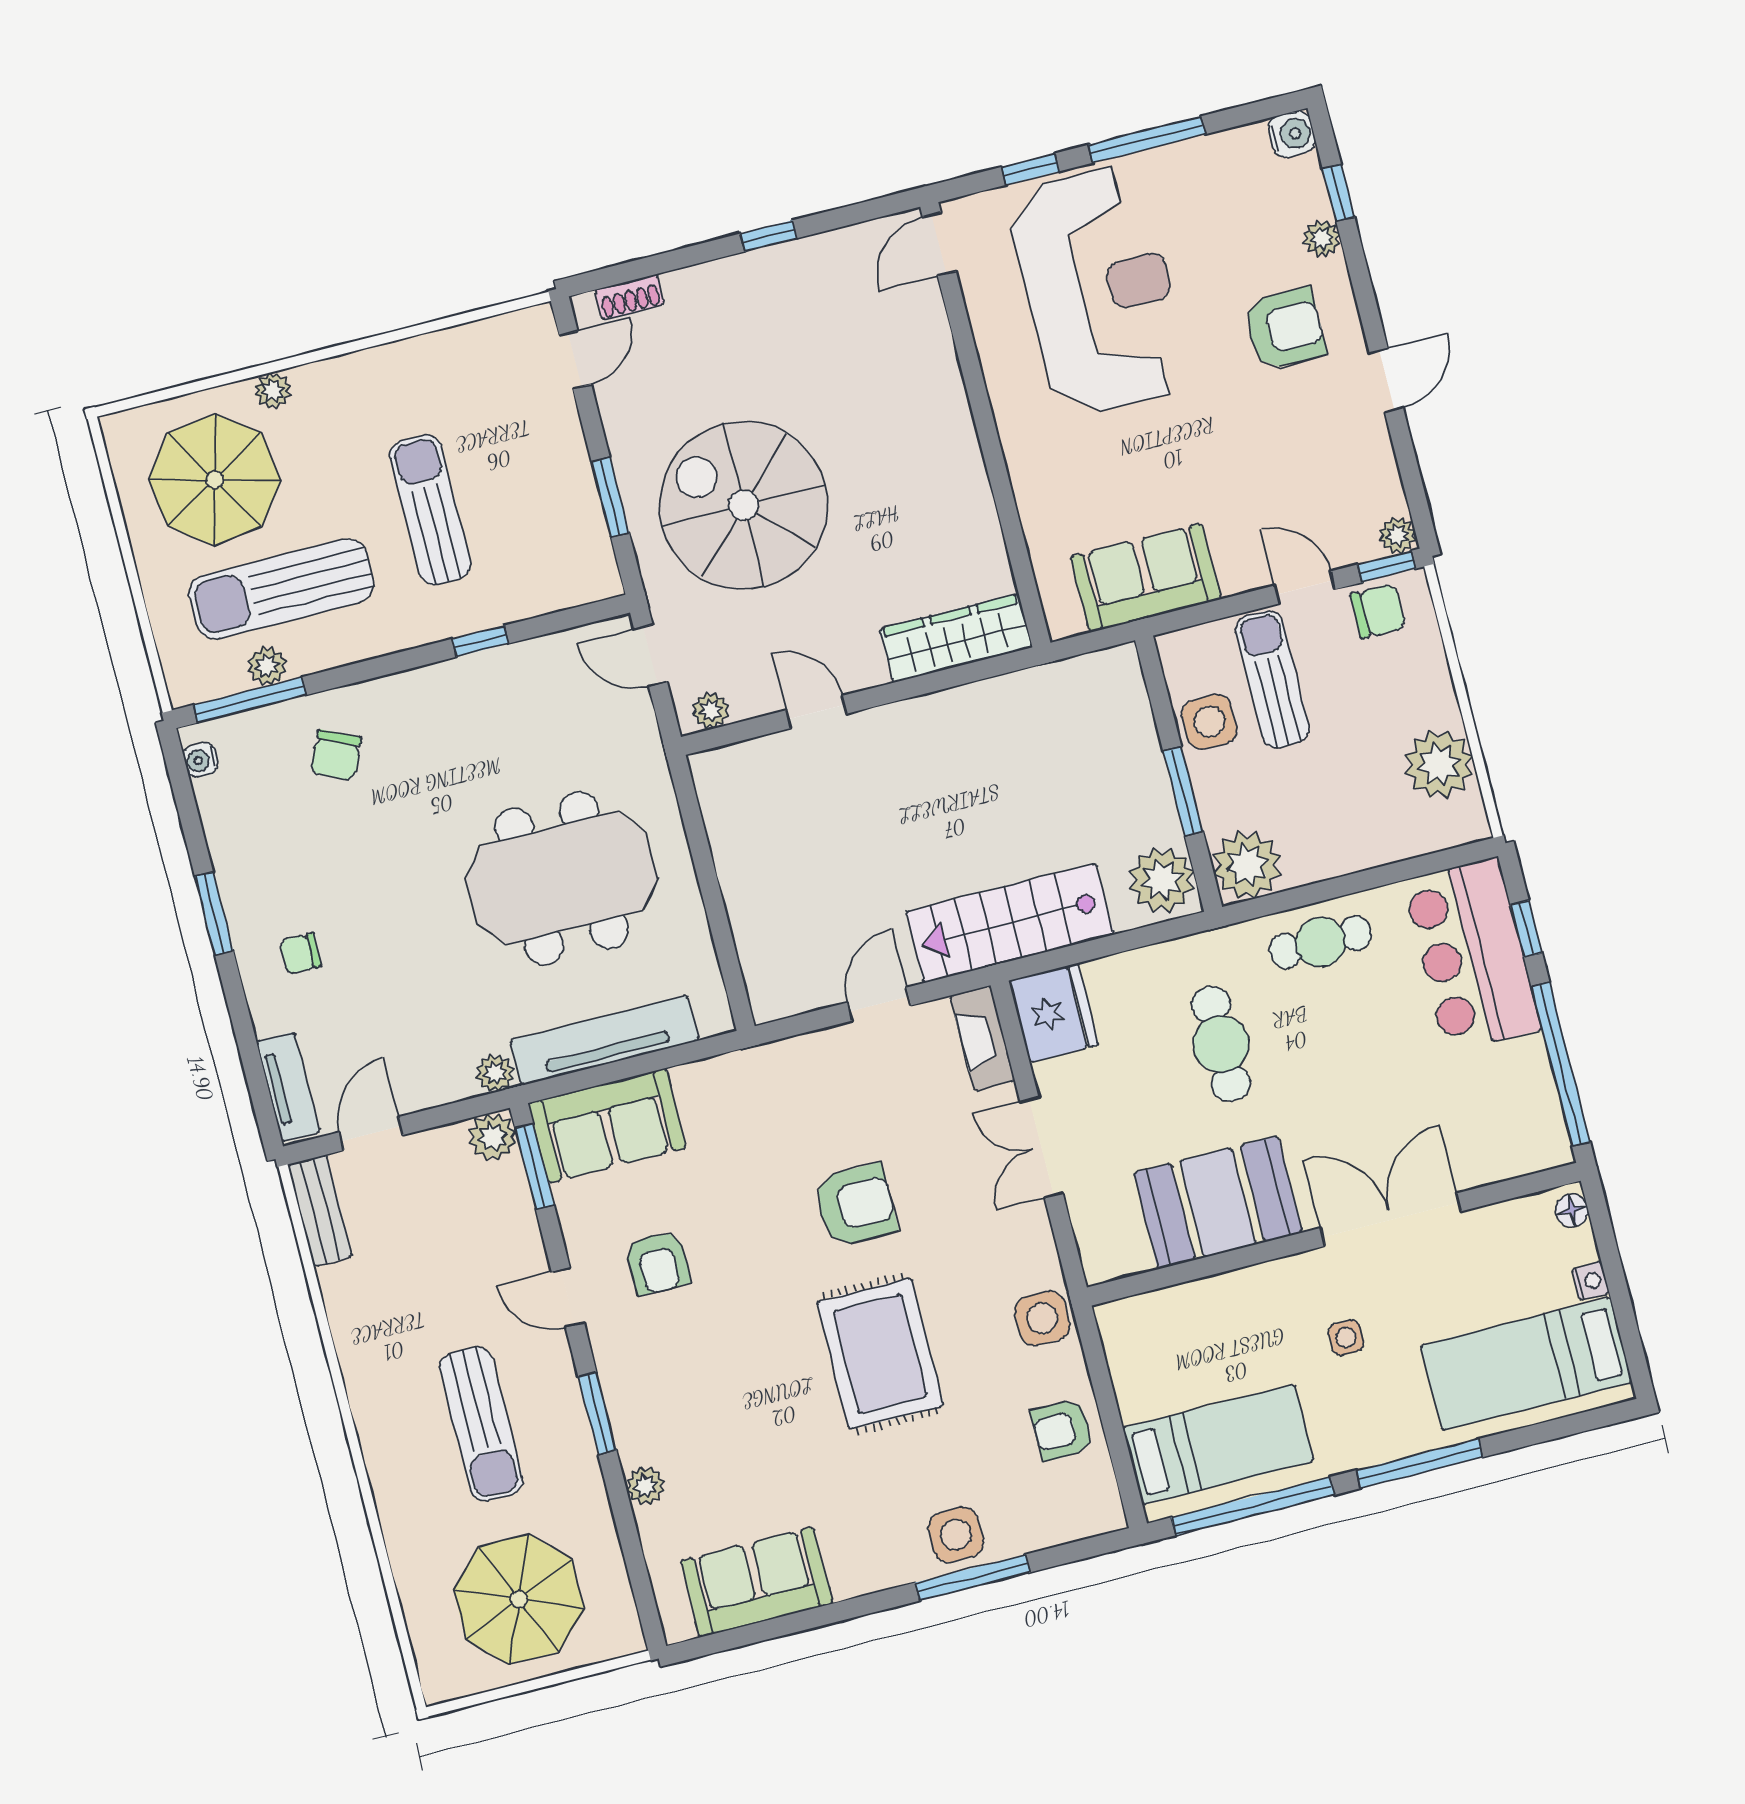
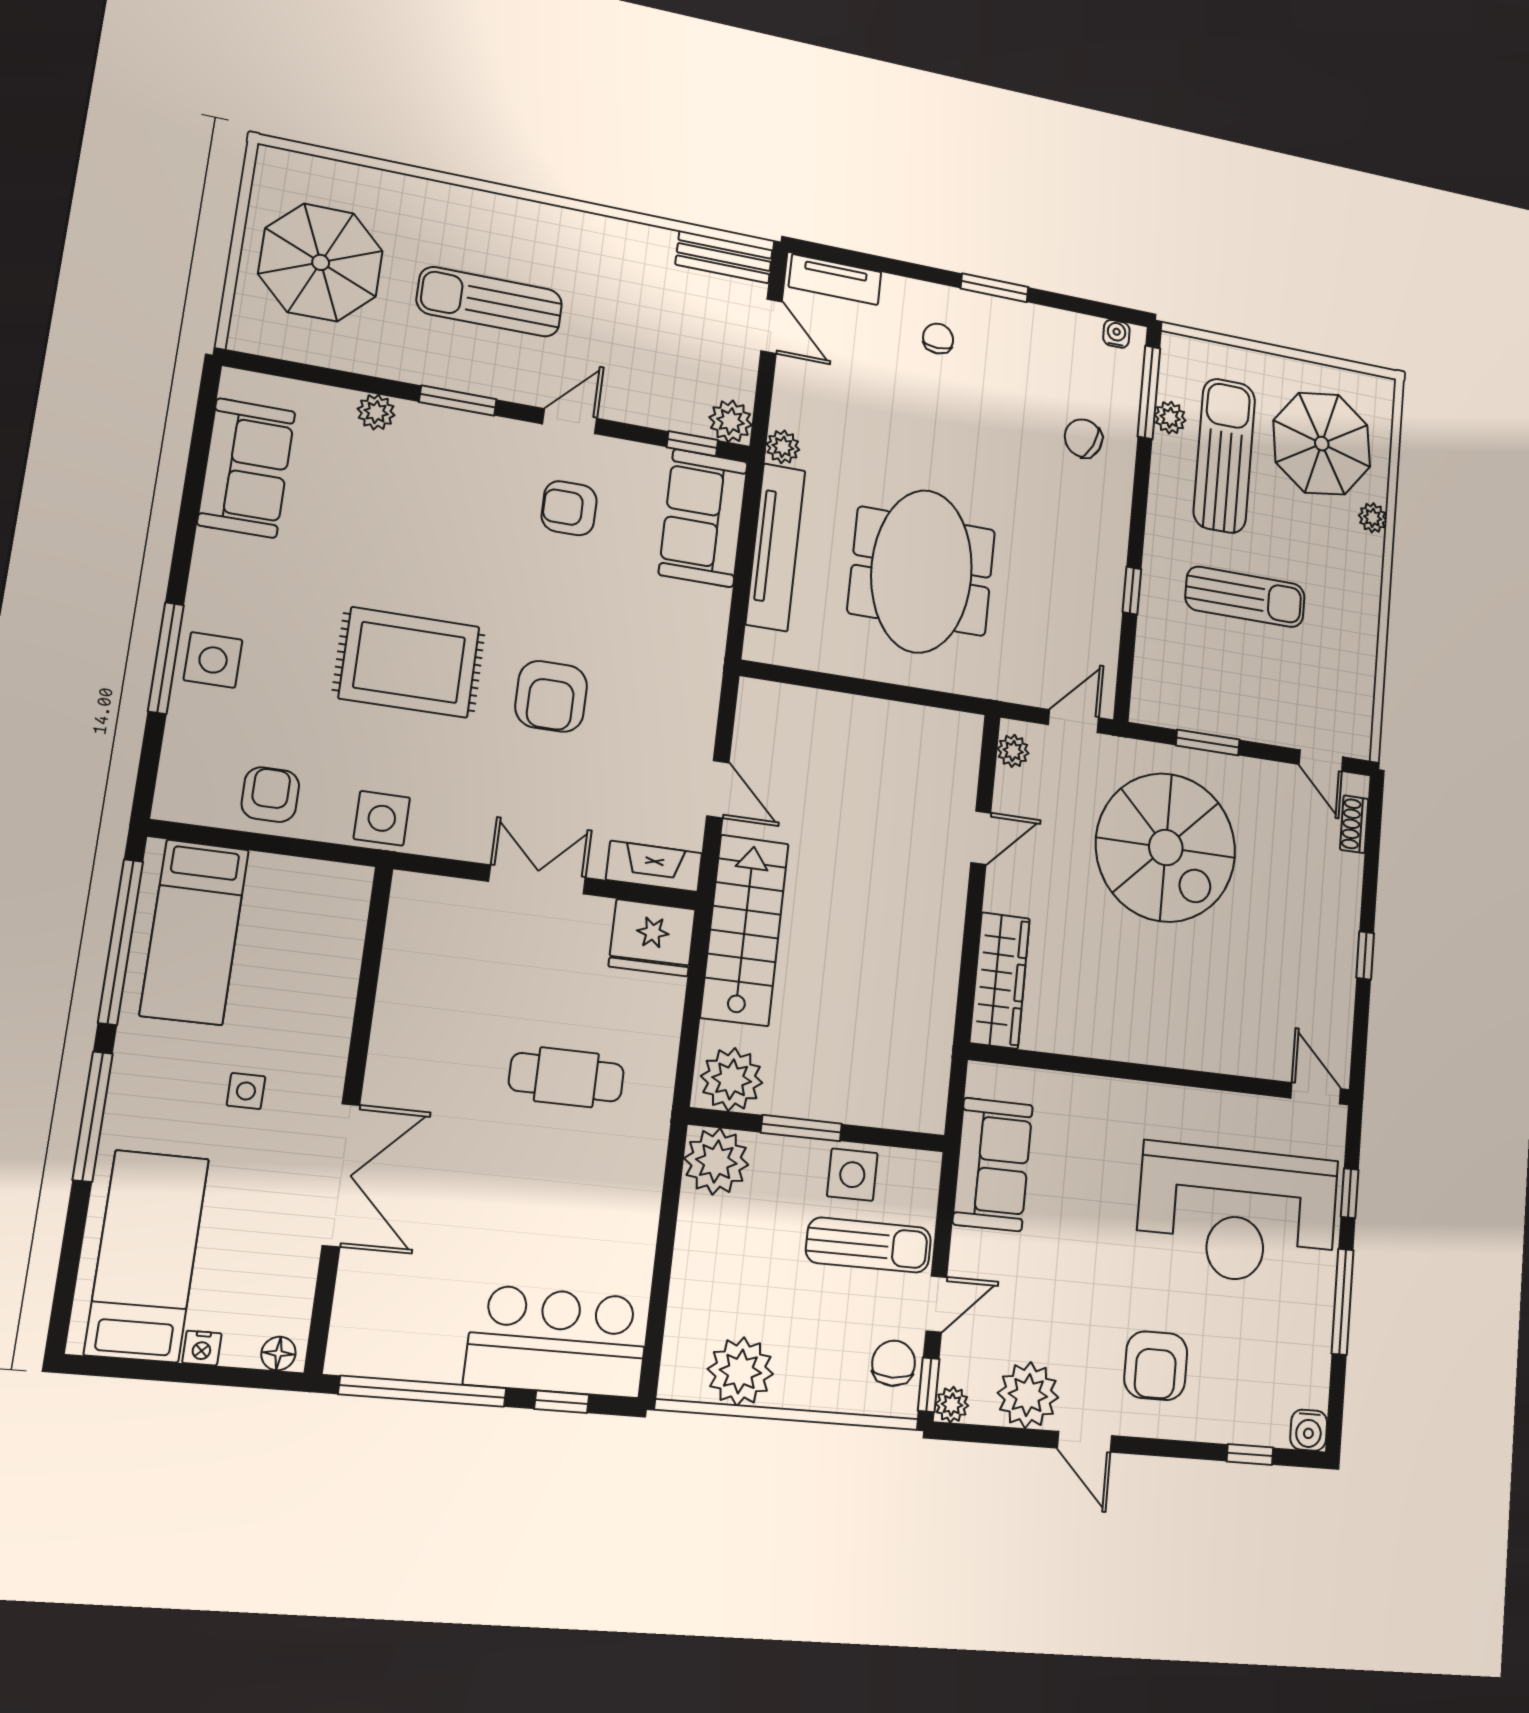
plant: (1322, 239) -> (1028, 1395), moved, width x1.88, depth x1.88
spiral stairs: (744, 505) -> (1166, 847), turned 90
chair: (1378, 611) -> (894, 1363), turned 180
cafe table: (1320, 942) -> (623, 1203), removed
window: (534, 1167) -> (692, 444), width x0.67
booth: (1218, 1203) -> (423, 1019), removed

